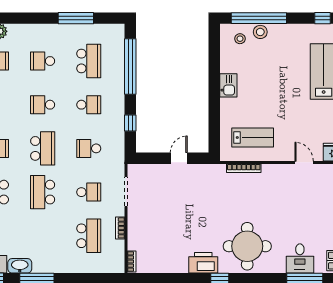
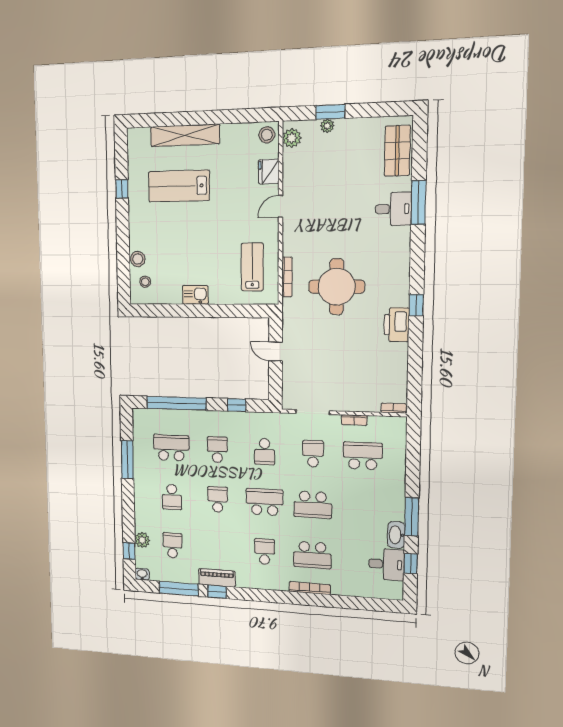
window: (259, 18) -> (123, 261), removed
school desk: (43, 105) -> (218, 499), turned 180
round table: (247, 246) -> (337, 287), moved

